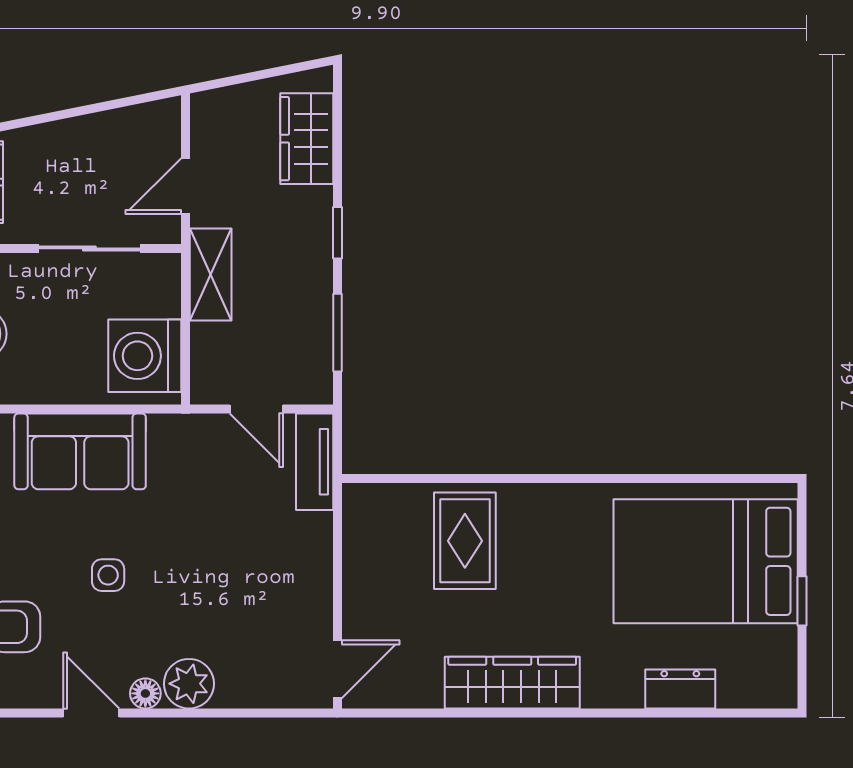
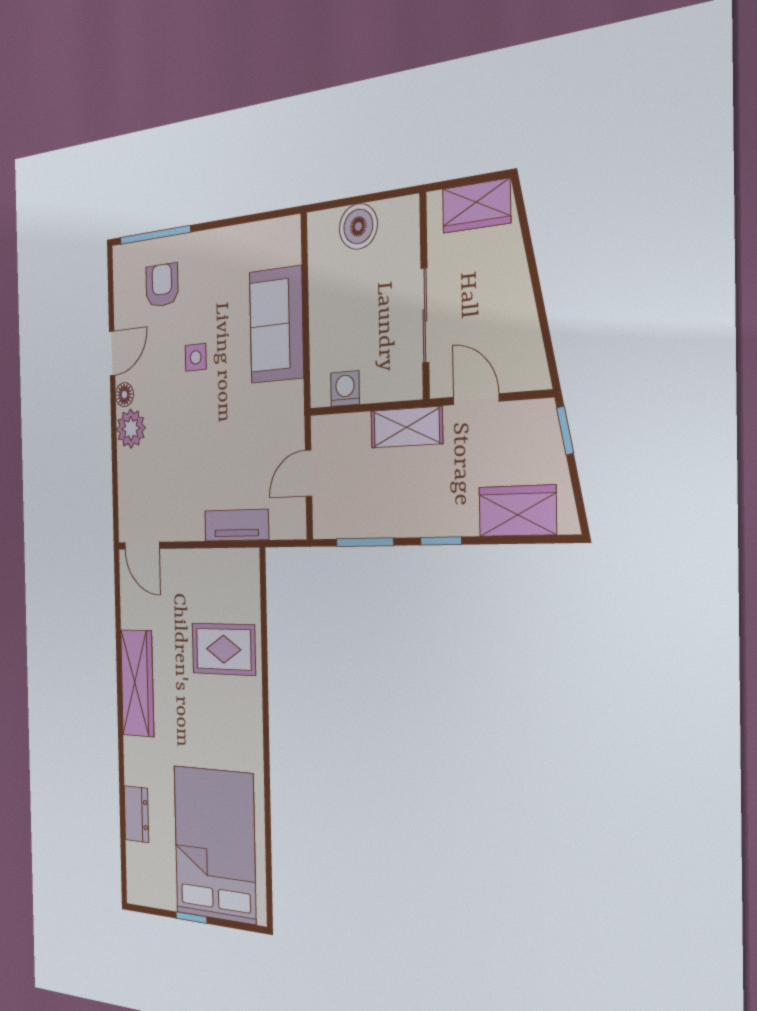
window: (225, 82) -> (565, 430), added
washing machine: (145, 356) -> (345, 389), width x0.53, depth x0.53
tv unit: (315, 462) -> (236, 525), moved

